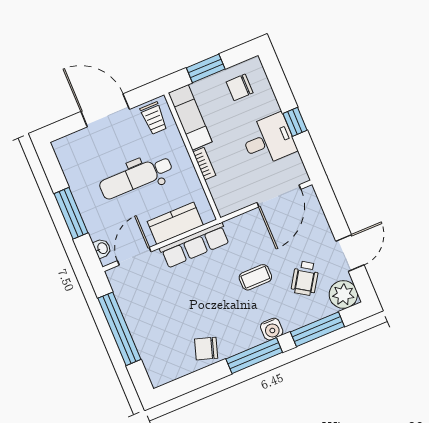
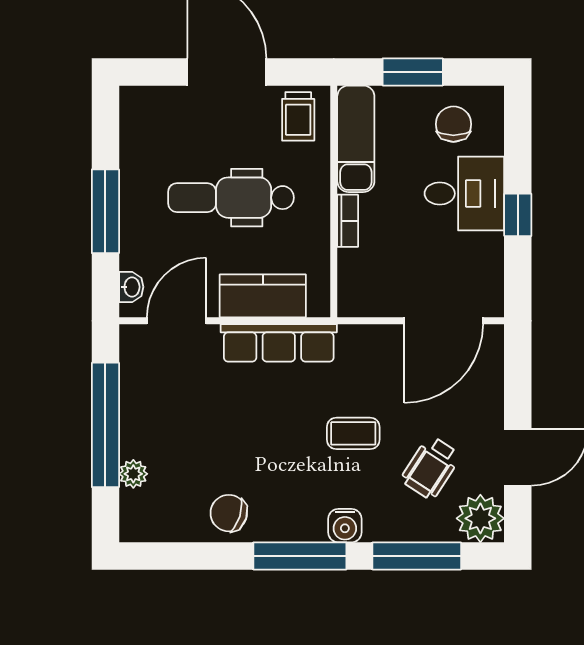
chair: (240, 87) -> (453, 124), turned 90
desk: (269, 140) -> (464, 194), moved
plant: (146, 349) -> (133, 474), added

